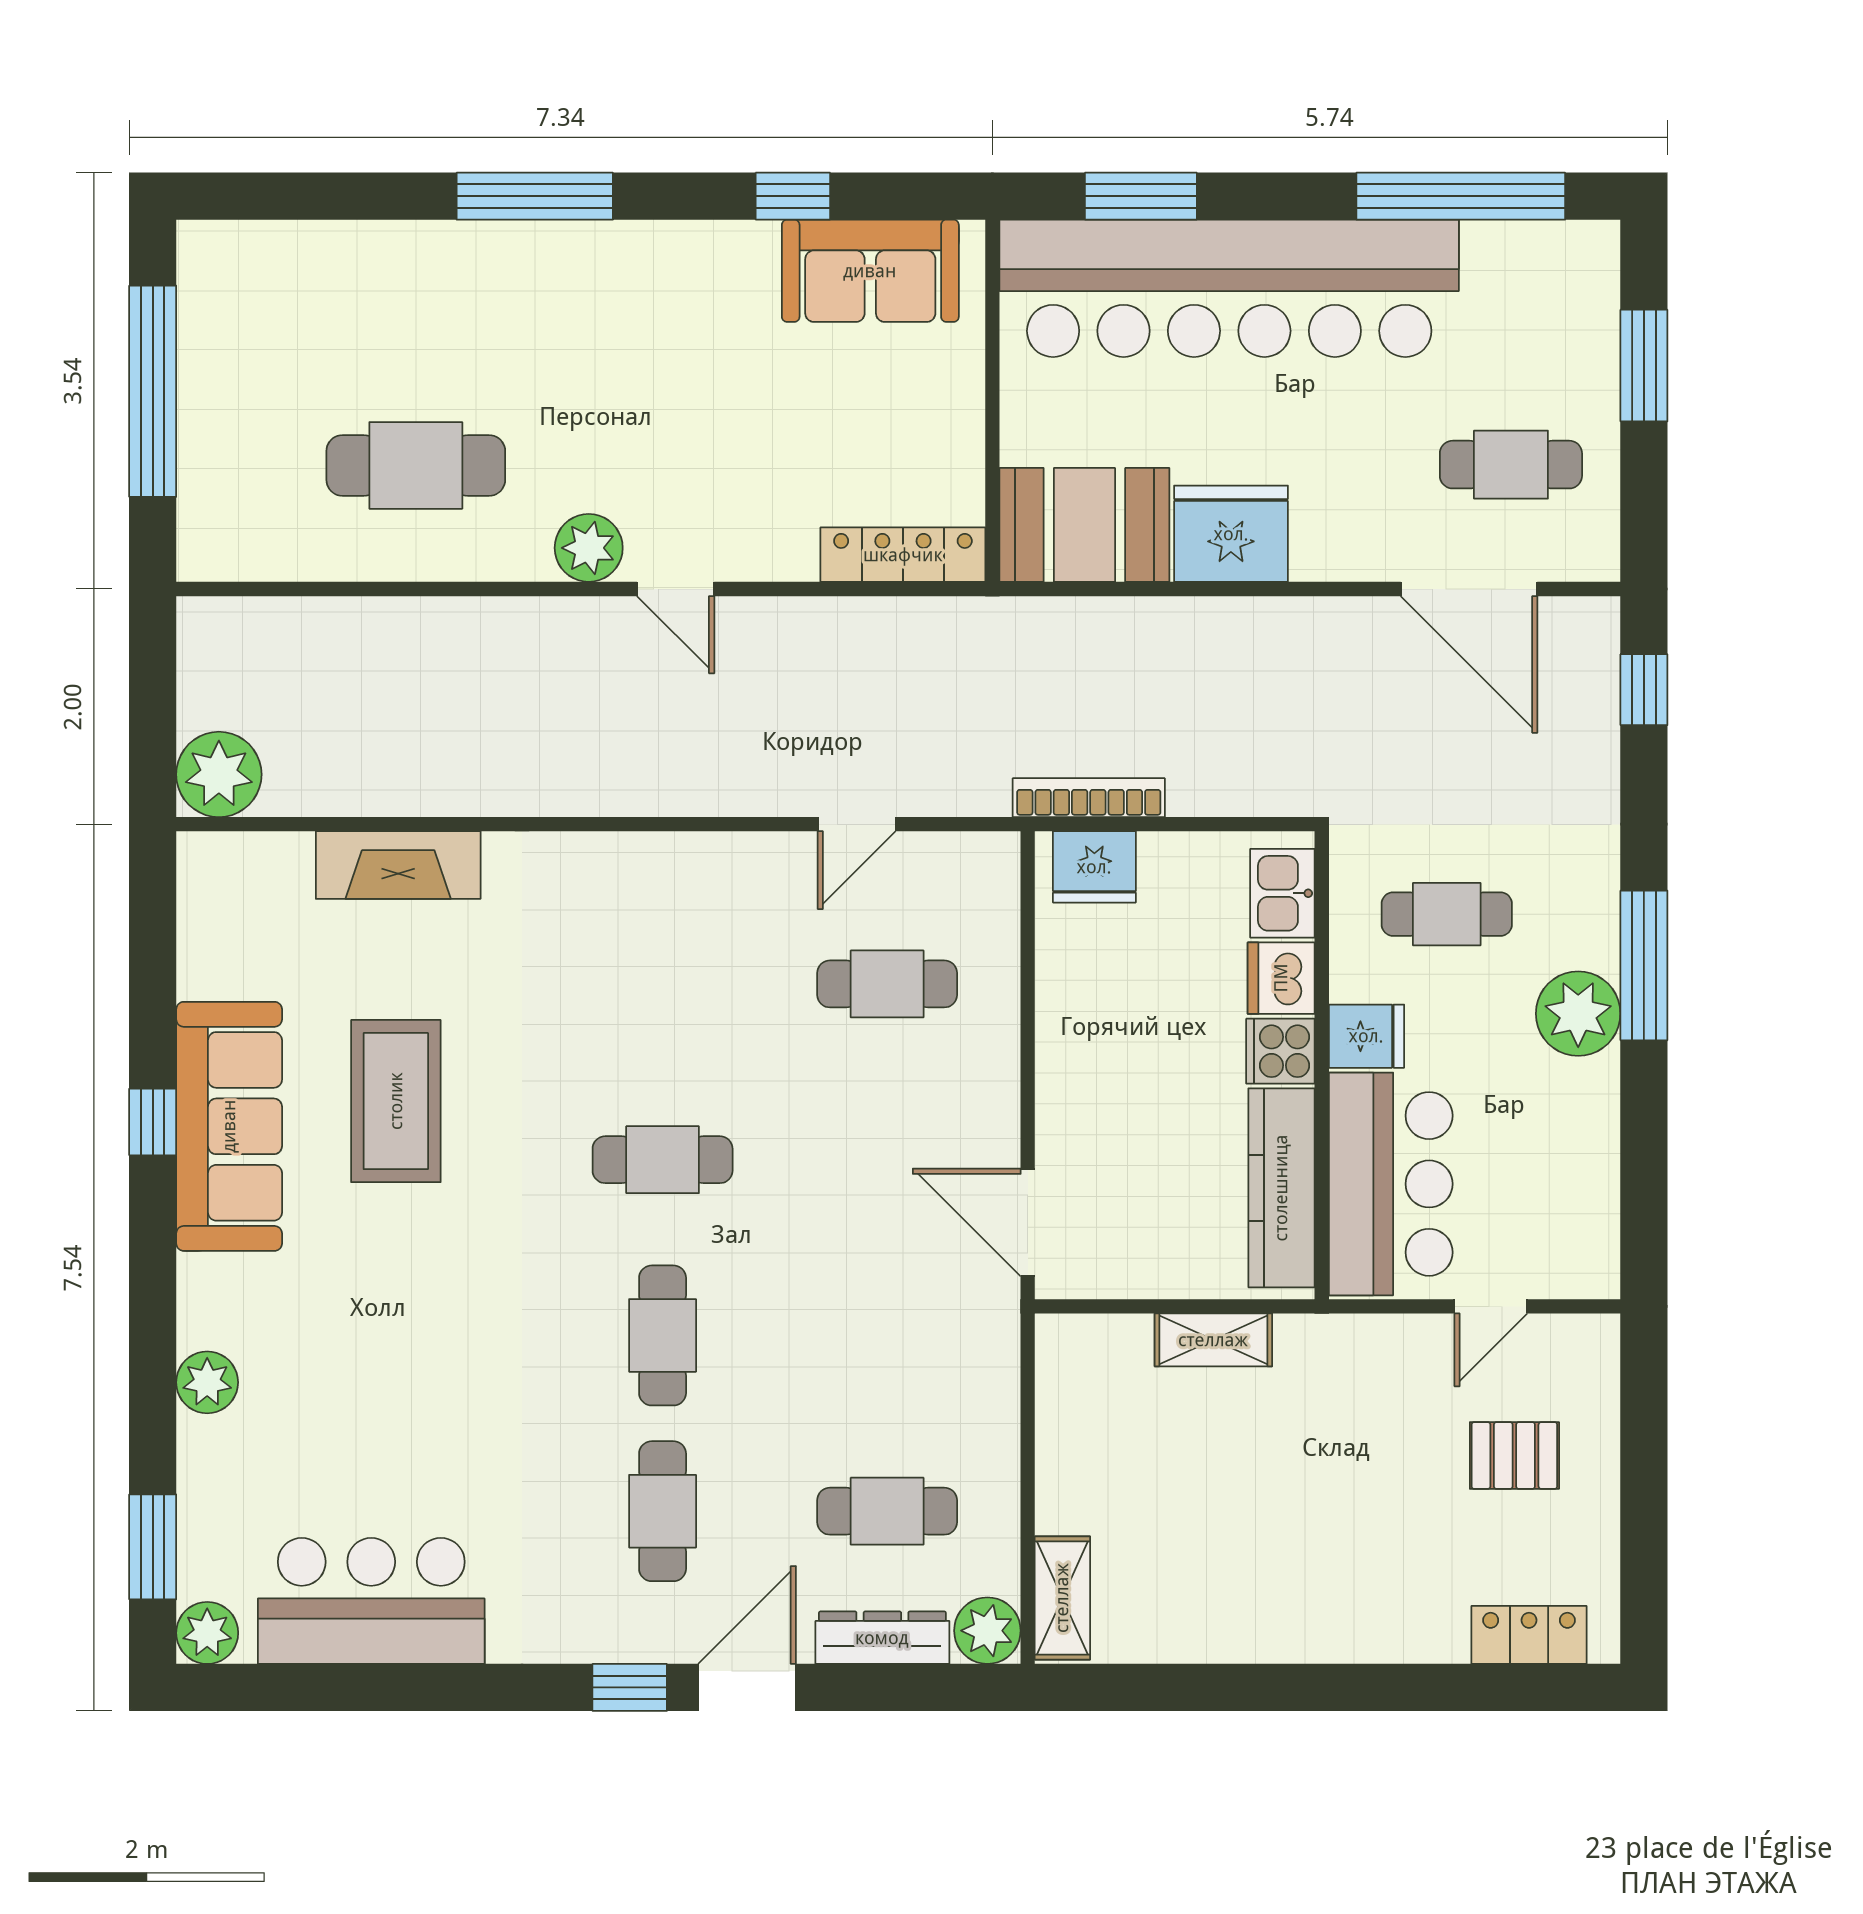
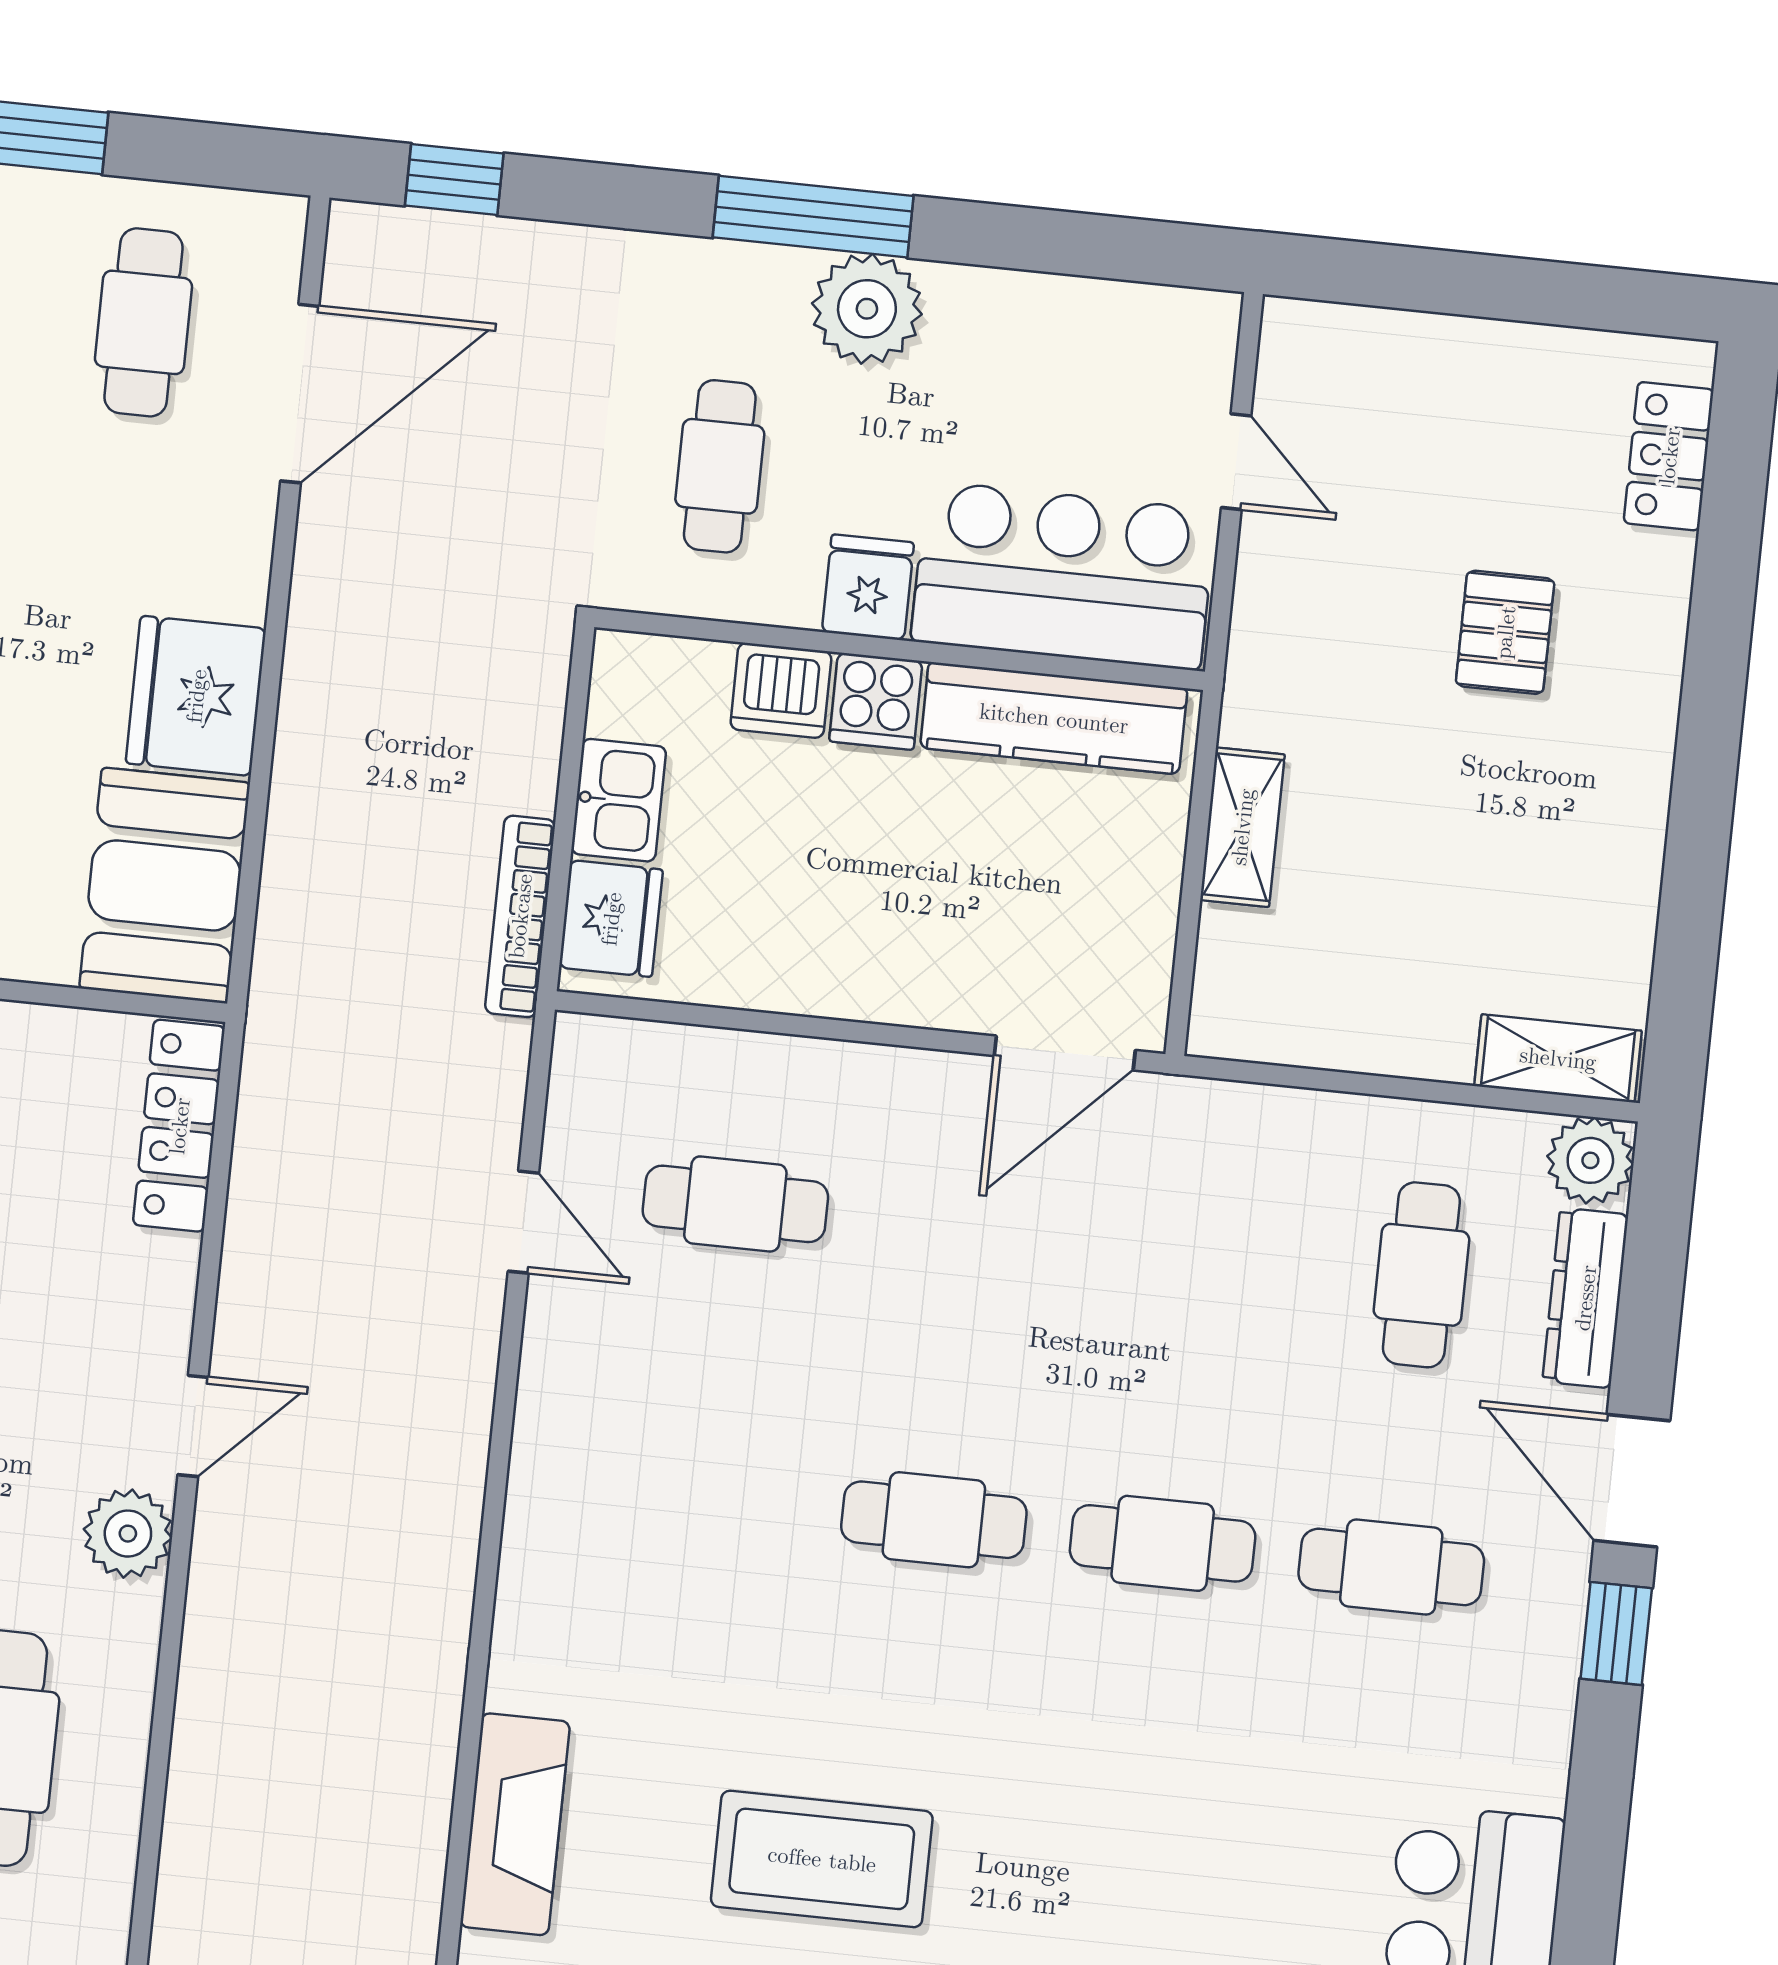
kitchen sink: (1282, 893) -> (619, 800), moved, turned -90
cafe table: (887, 984) -> (735, 1204), turned 90
cafe table: (663, 1160) -> (934, 1520), turned 90
pallet: (1514, 1456) -> (1505, 632), moved

